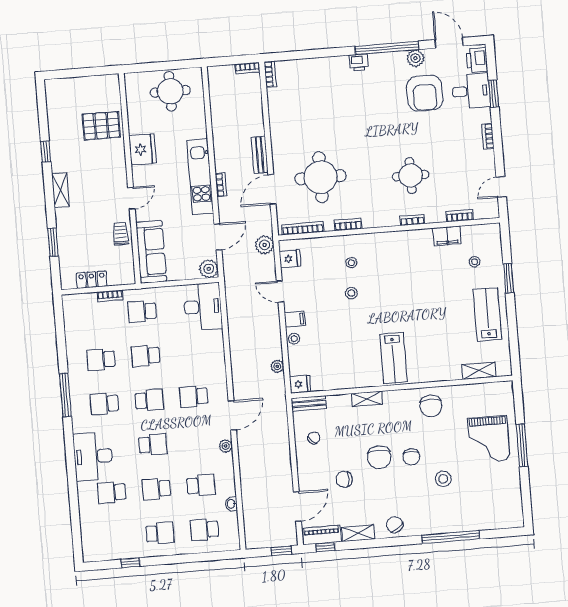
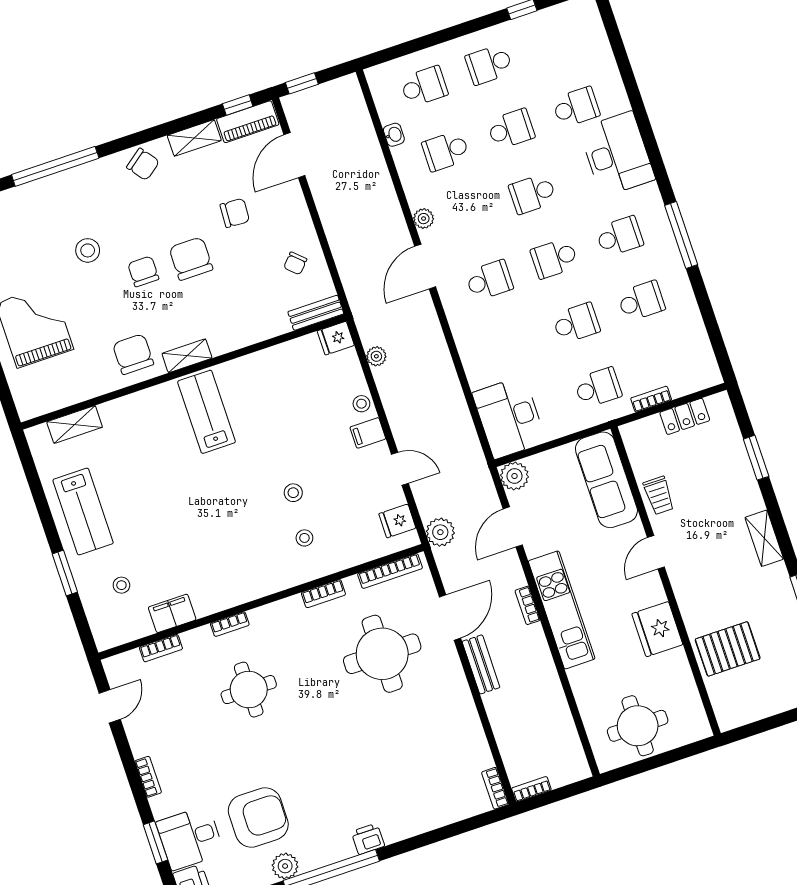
armchair: (425, 93) -> (258, 817), turned 90
shelving: (367, 399) -> (187, 356), moved

